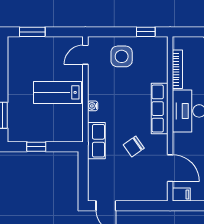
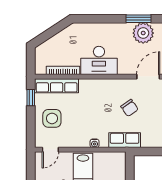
door: (85, 55) -> (50, 150), hinge flipped
row of seats: (160, 109) -> (57, 86), moved

